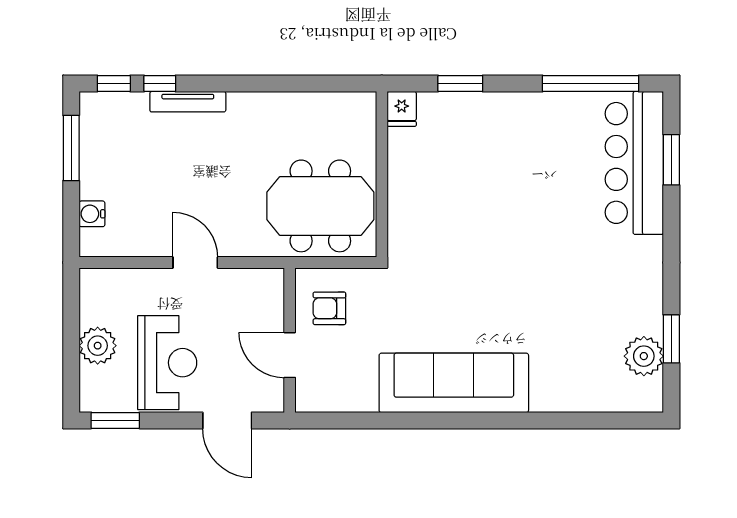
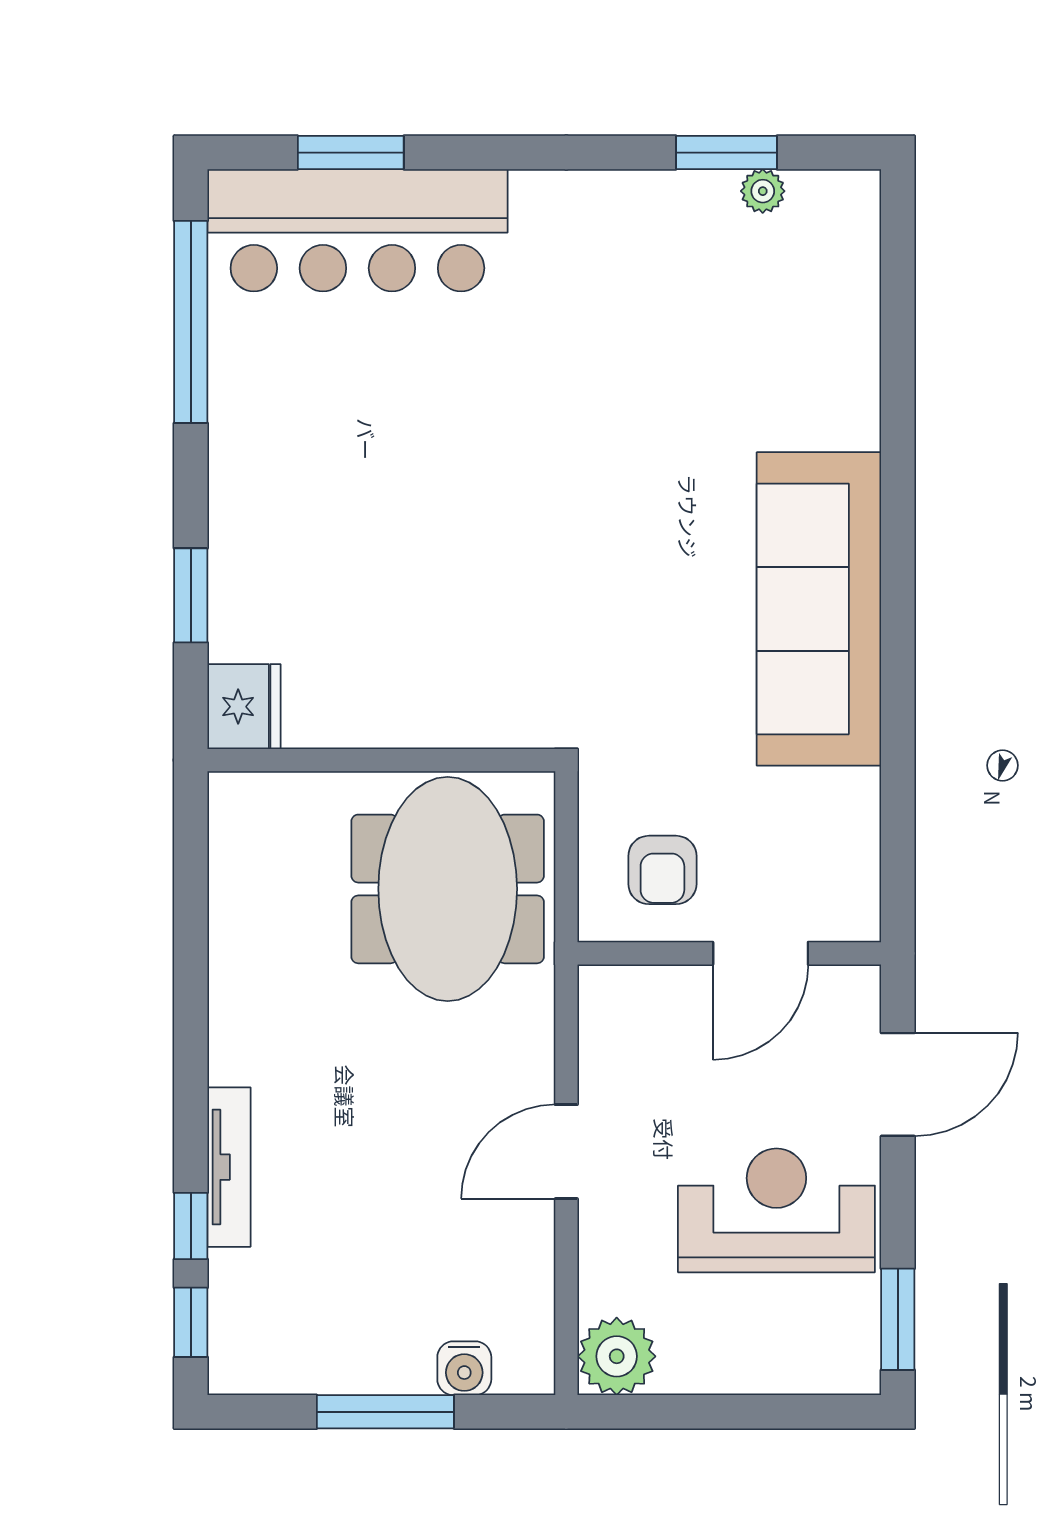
fridge: (402, 109) -> (244, 707), width x1.38
window: (71, 148) -> (385, 1412), moved
plant: (98, 346) -> (617, 1356), moved
plant: (644, 356) -> (763, 191), width x0.53, depth x0.53

